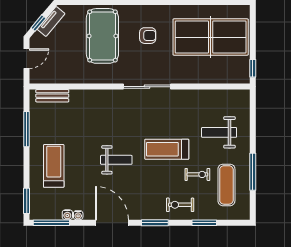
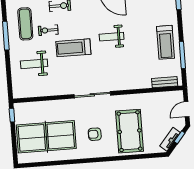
weight bench: (219, 132) -> (34, 64), turned 180
treadmill: (167, 149) -> (73, 48), turned 180
treadmill: (54, 166) -> (165, 42), moved

